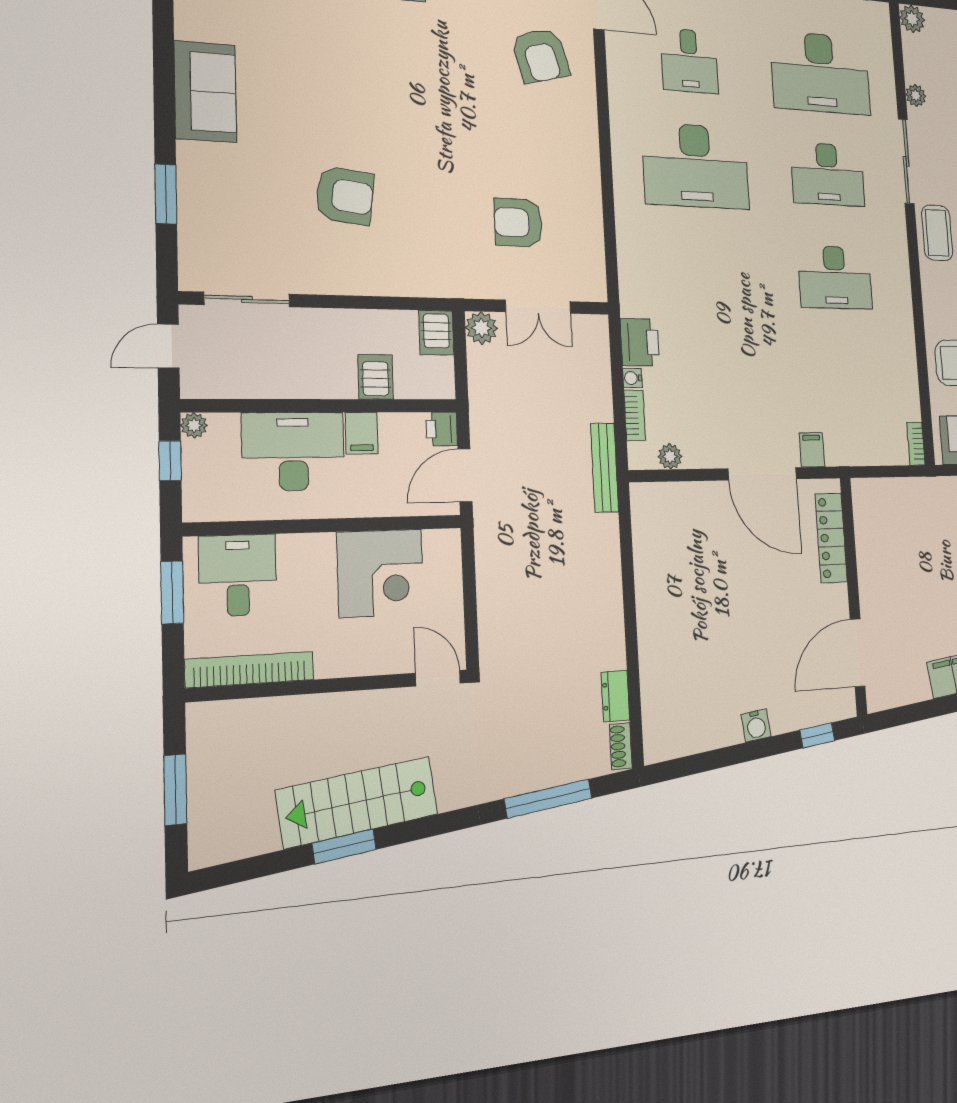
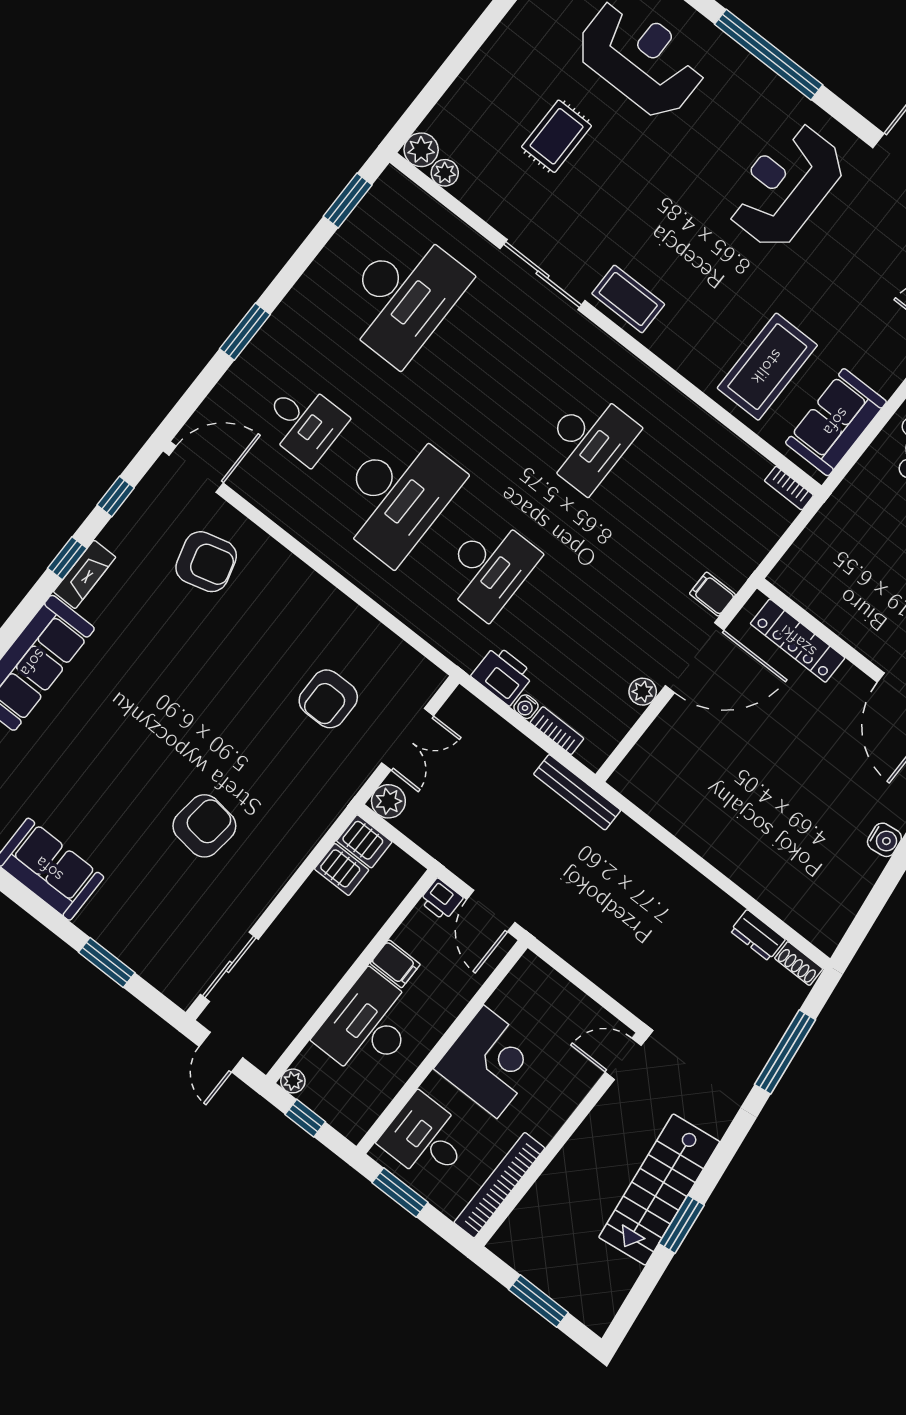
plant: (916, 95) -> (445, 173), moved
desk: (828, 174) -> (489, 568), moved
server rack: (376, 377) -> (342, 869), moved, turned 180
plant: (670, 456) -> (643, 692), moved
corner desk: (381, 573) -> (490, 1062), moved

